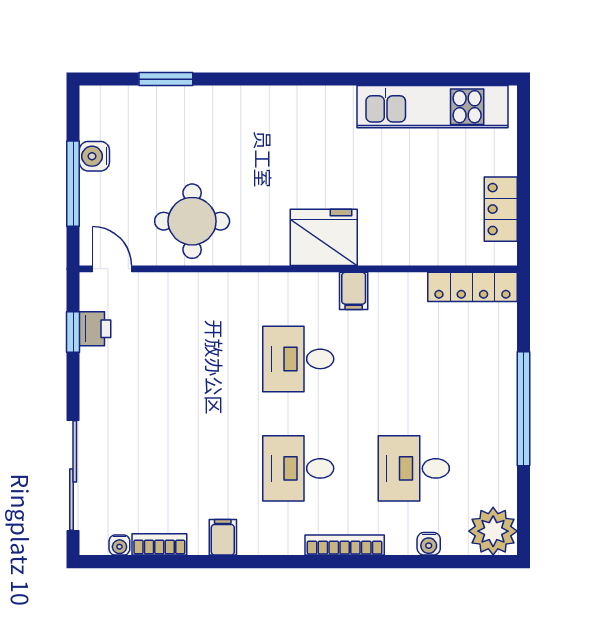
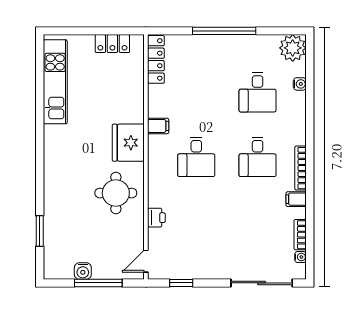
round table: (192, 221) -> (116, 193), moved
printer: (95, 329) -> (156, 218), moved, turned 90
bookcase: (345, 545) -> (301, 168), moved

